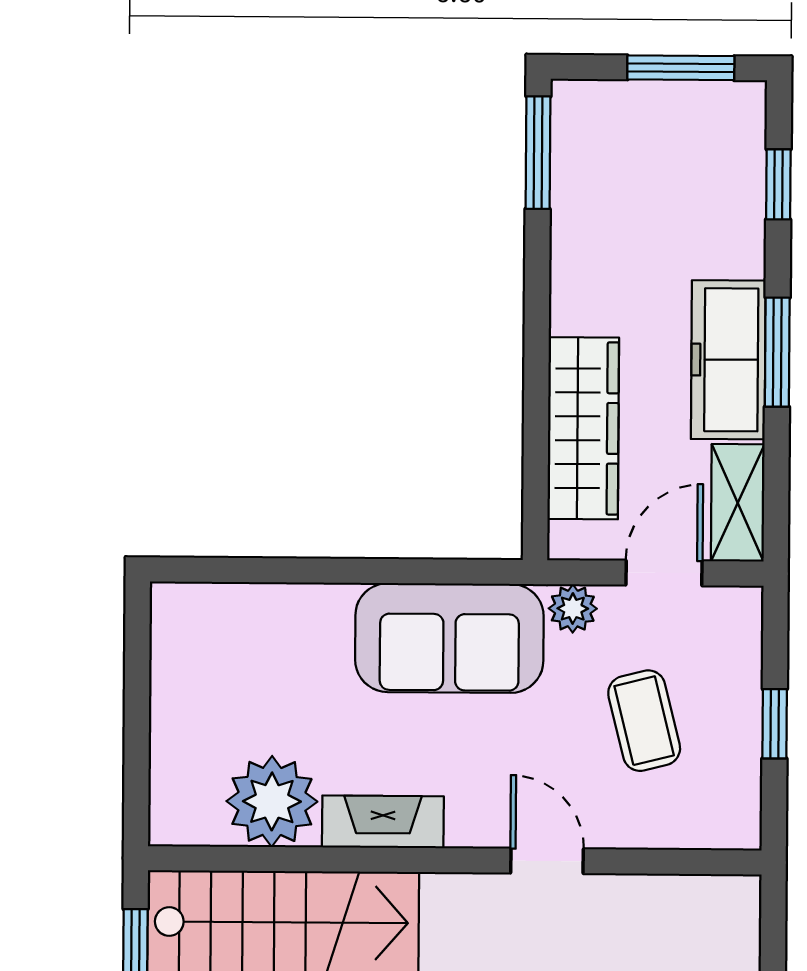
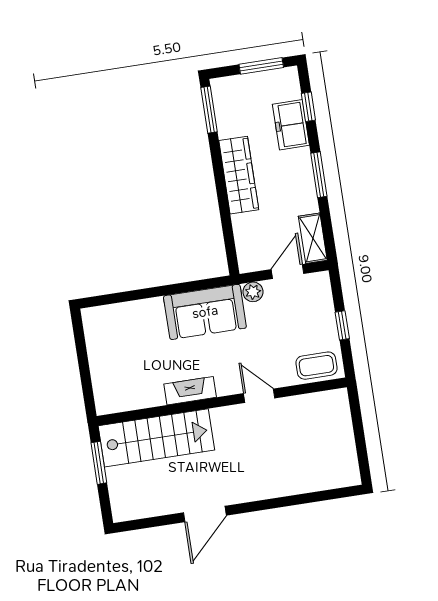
freezer: (728, 360) -> (291, 125), moved, width x0.71
wardrobe: (583, 428) -> (239, 175), moved
coffee table: (644, 721) -> (316, 366), moved, turned -76
plant: (272, 801) -> (144, 390), removed

